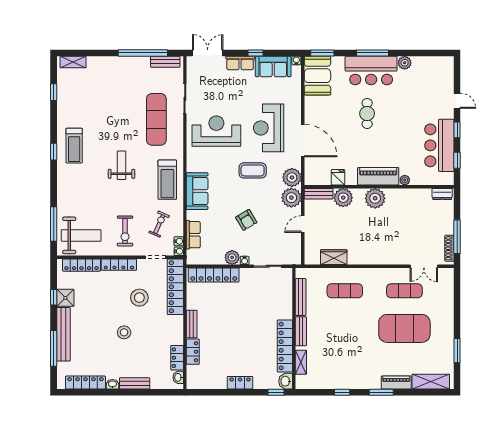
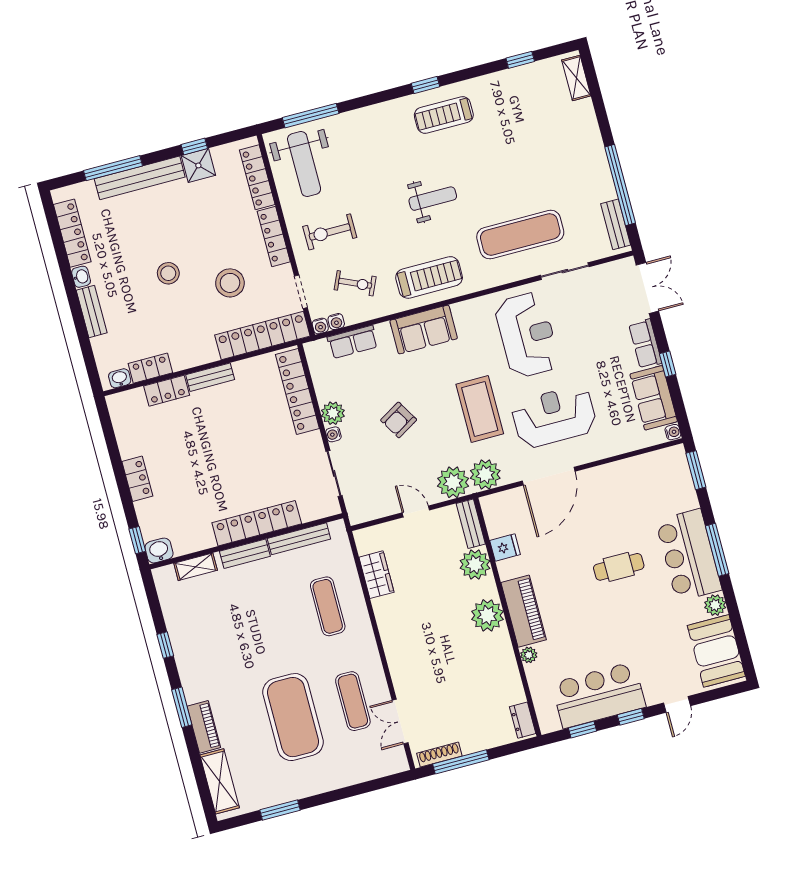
booth: (317, 76) -> (716, 651), moved, turned 90
coffee table: (253, 170) -> (480, 409), width x1.36, depth x1.32
treadmill: (167, 180) -> (429, 277), turned 180
locker: (285, 346) -> (257, 523), moved

